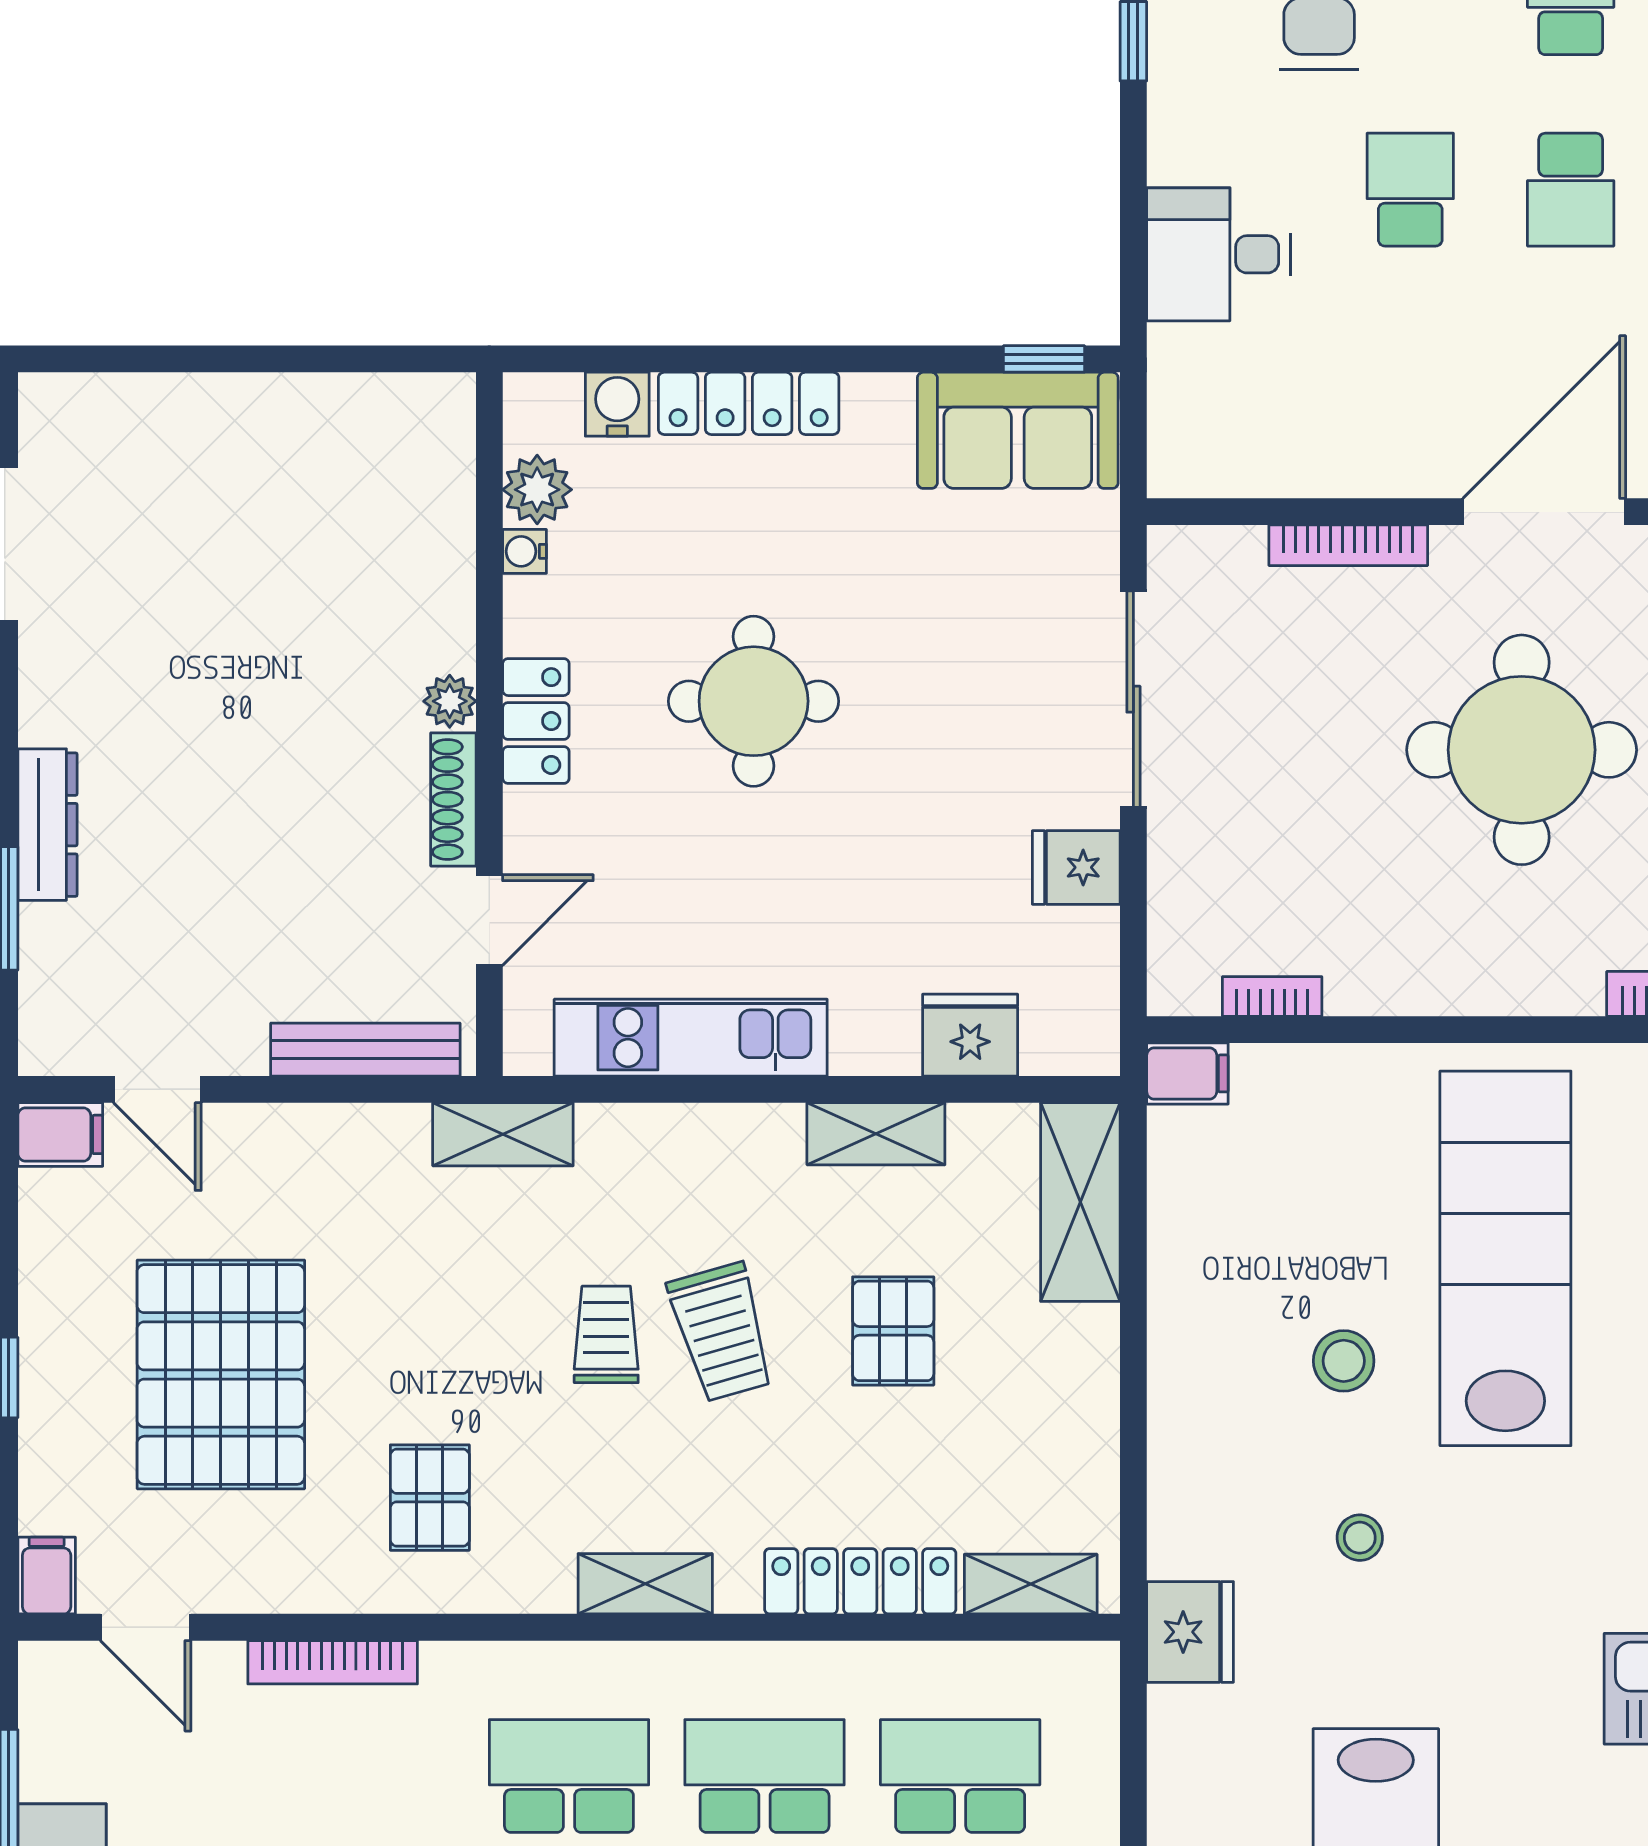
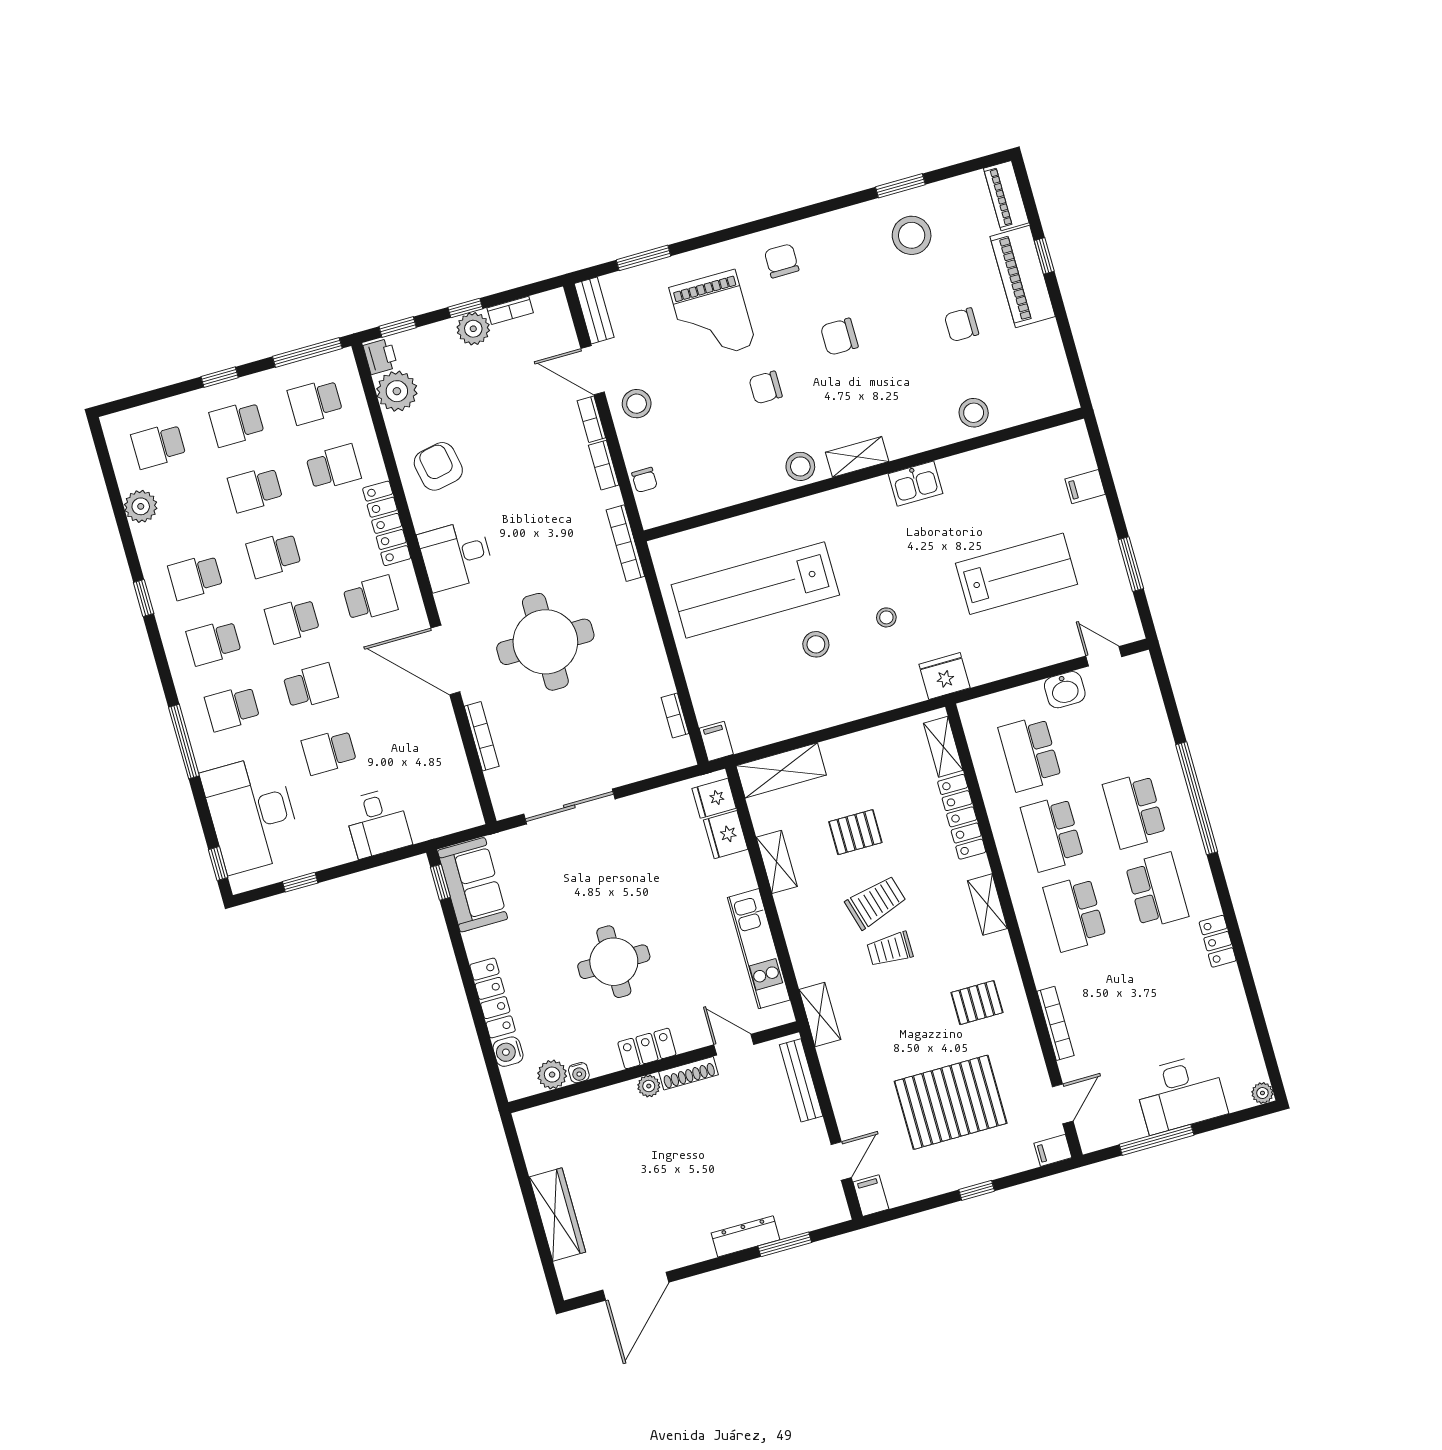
wardrobe: (217, 412) -> (557, 1214), added
fridge: (1076, 867) -> (714, 798), moved, turned 90

